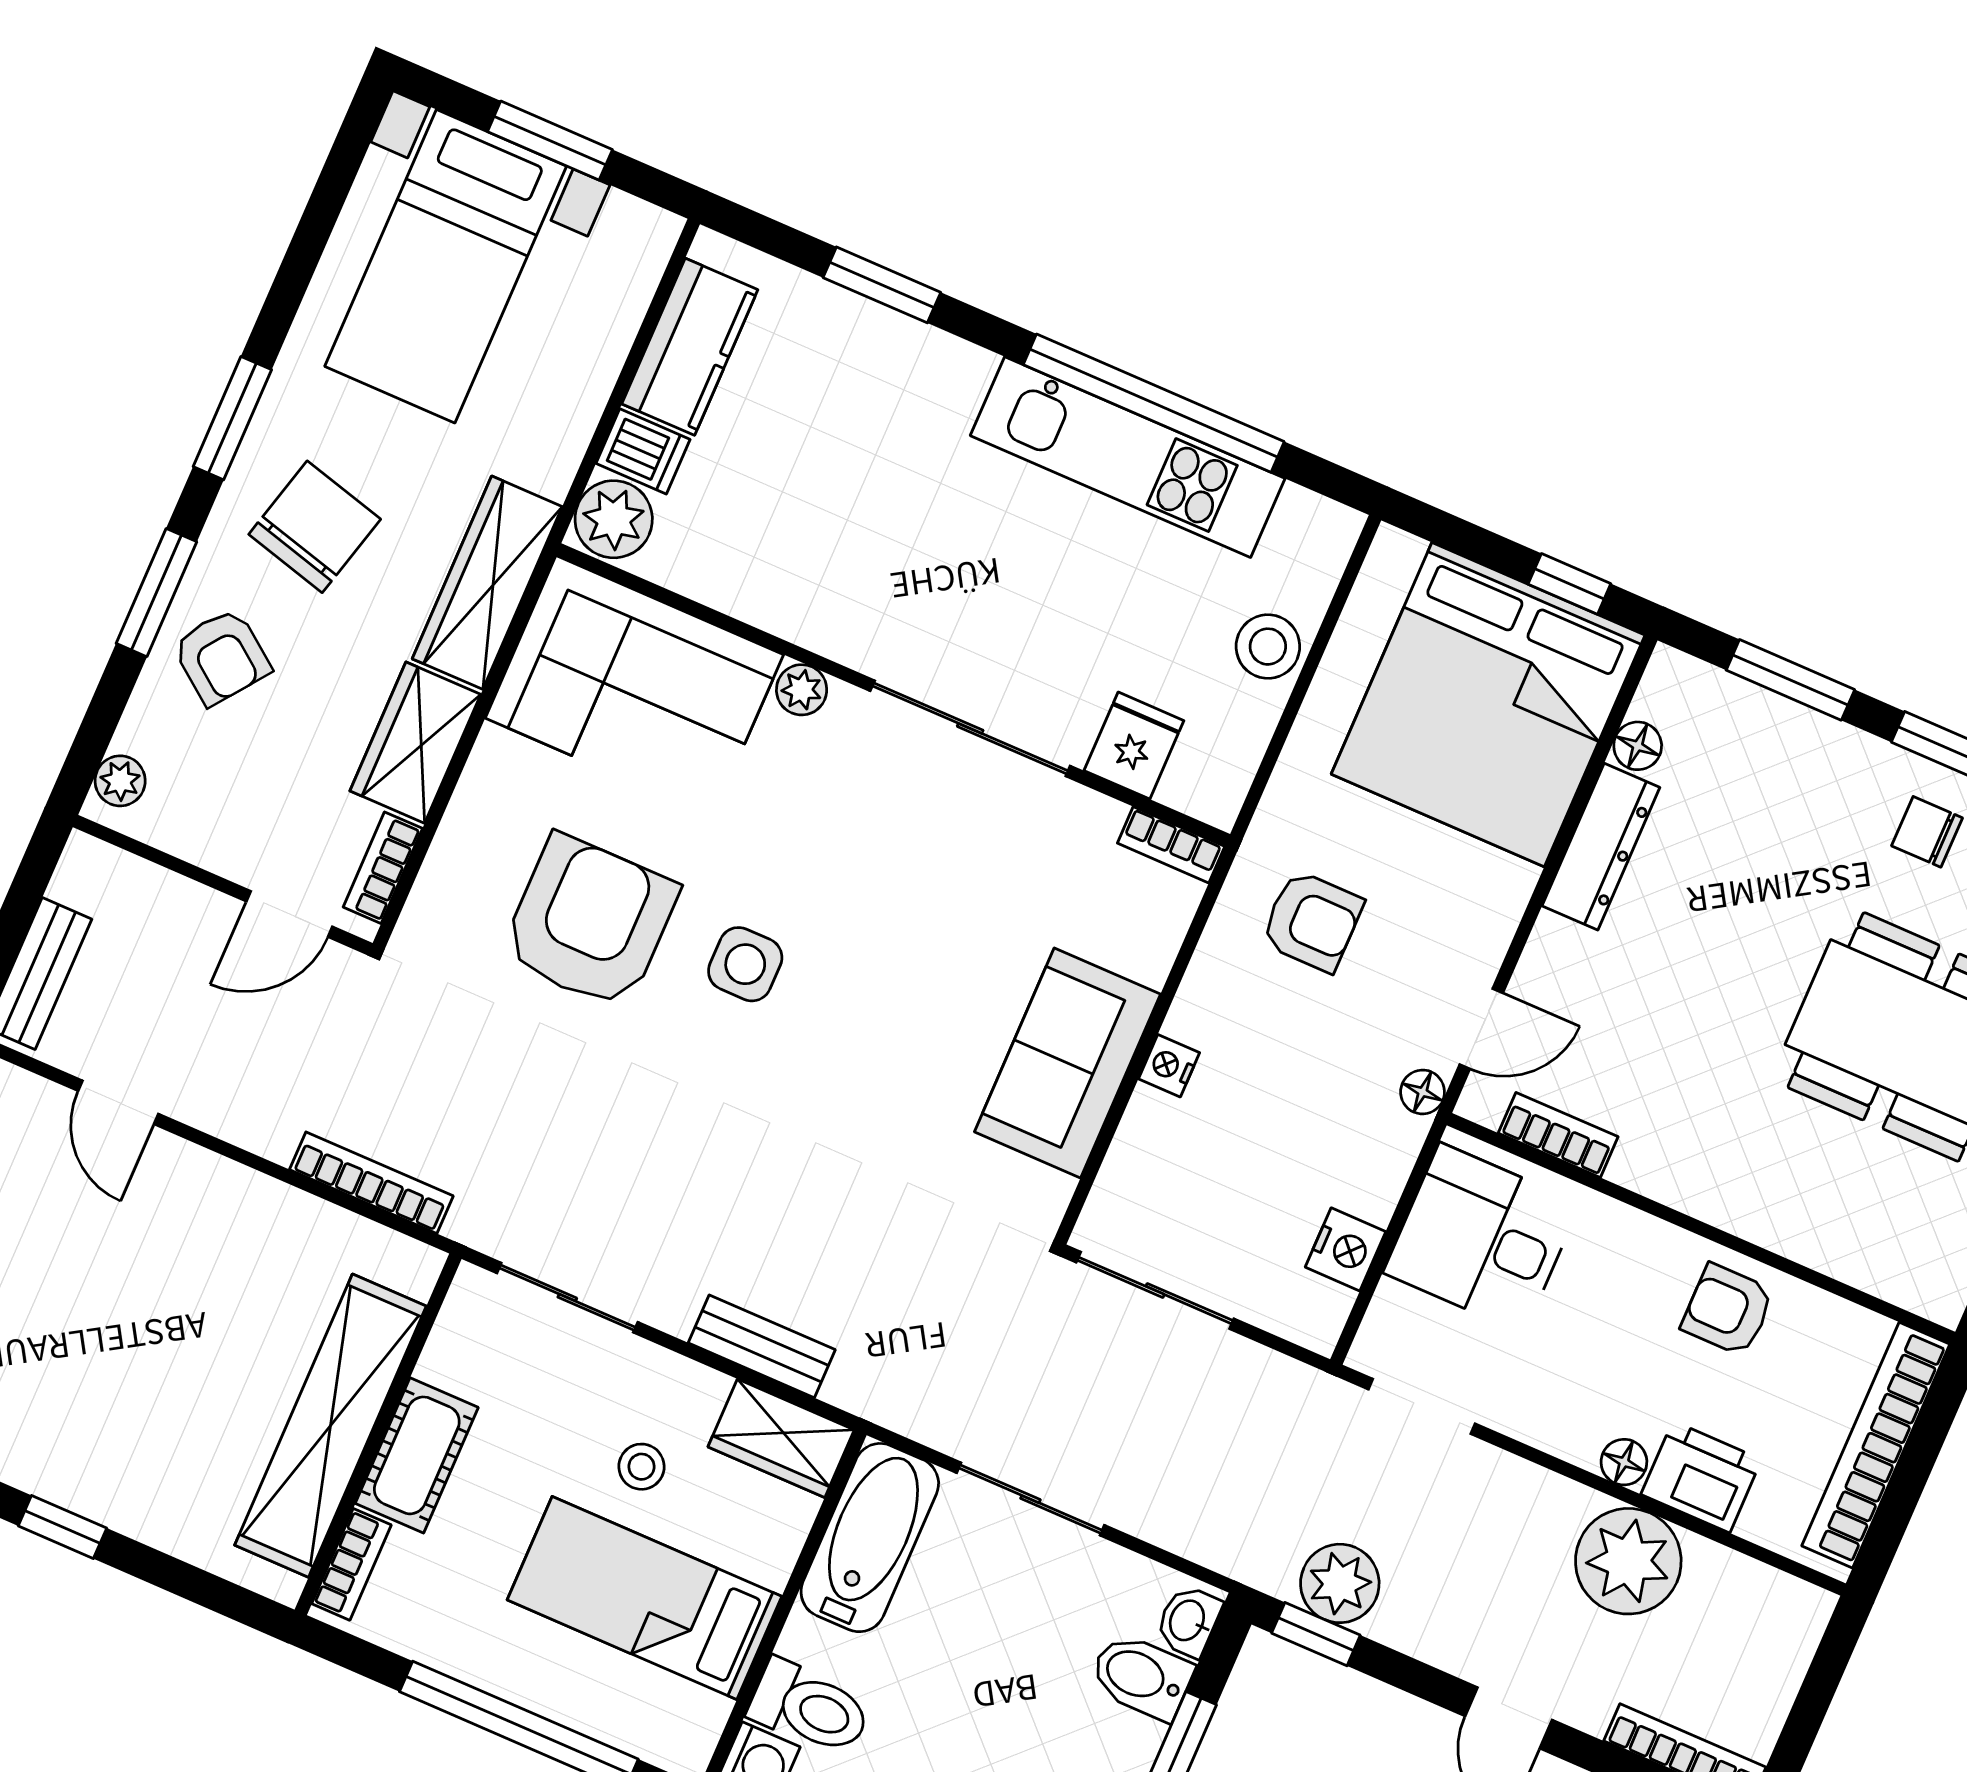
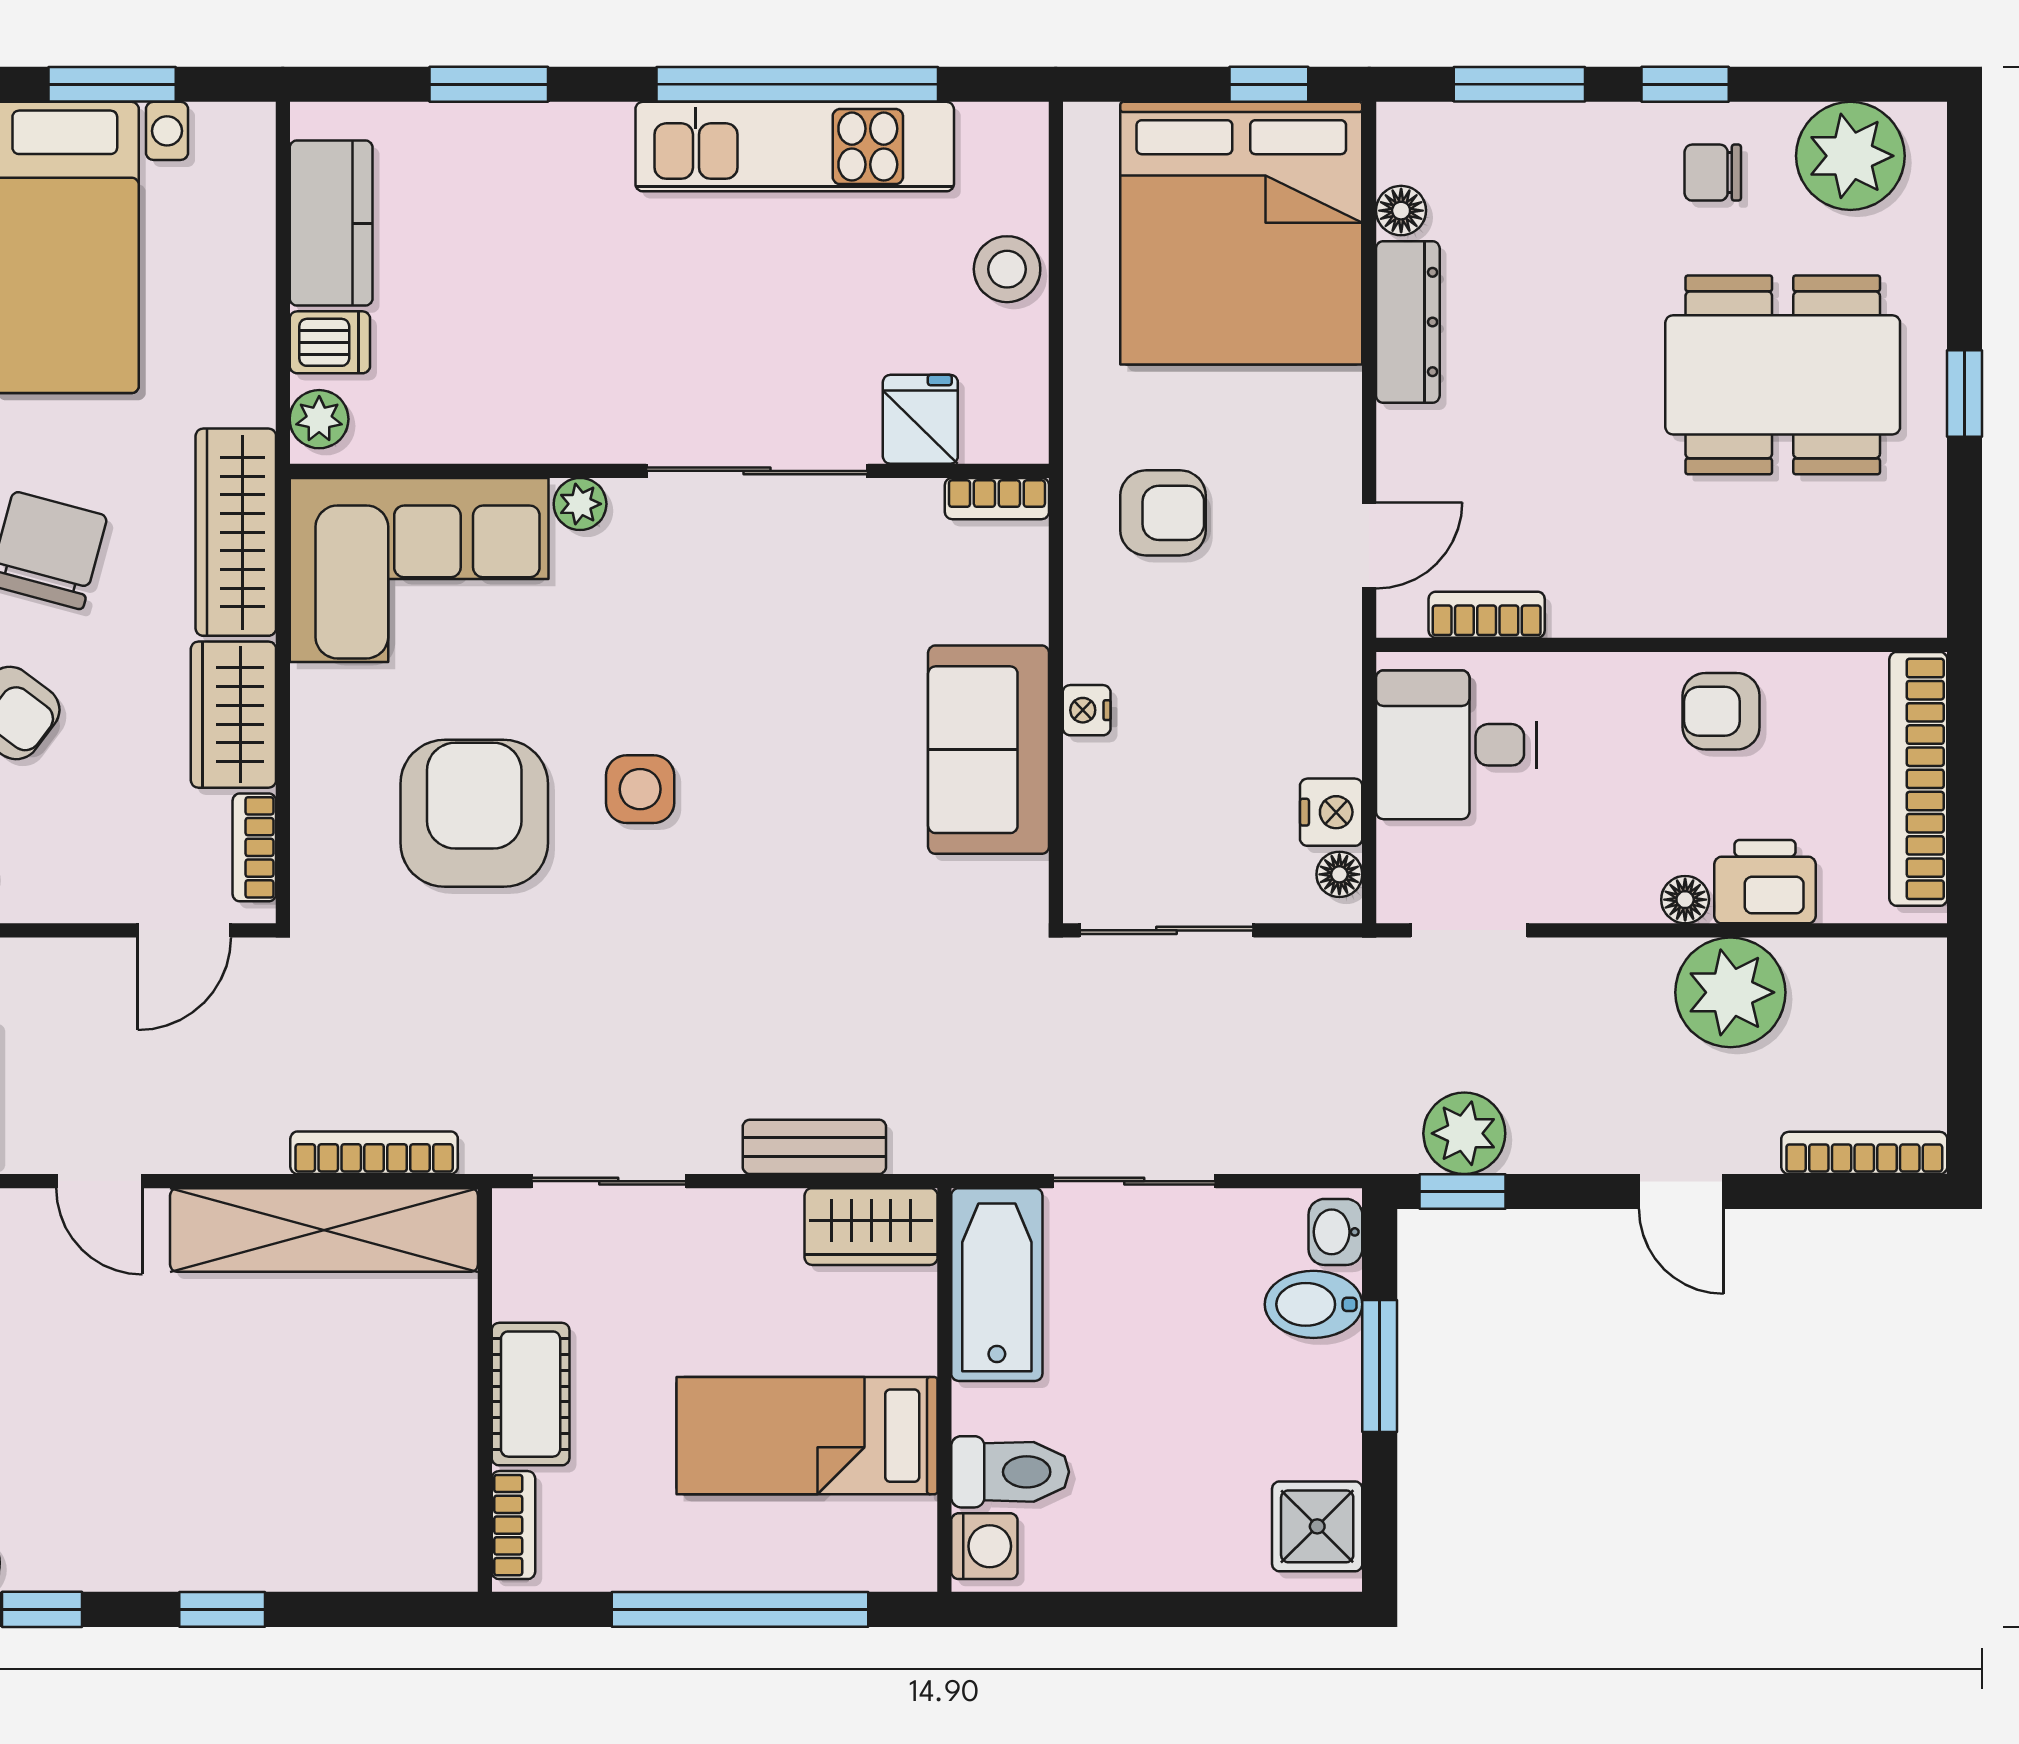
plant: (614, 519) -> (319, 419), width x0.73, depth x0.73
floor lamp: (1423, 1092) -> (1339, 874), moved
shelving: (331, 1426) -> (324, 1230), moved, turned 90
stool: (642, 1467) -> (750, 1312), removed

